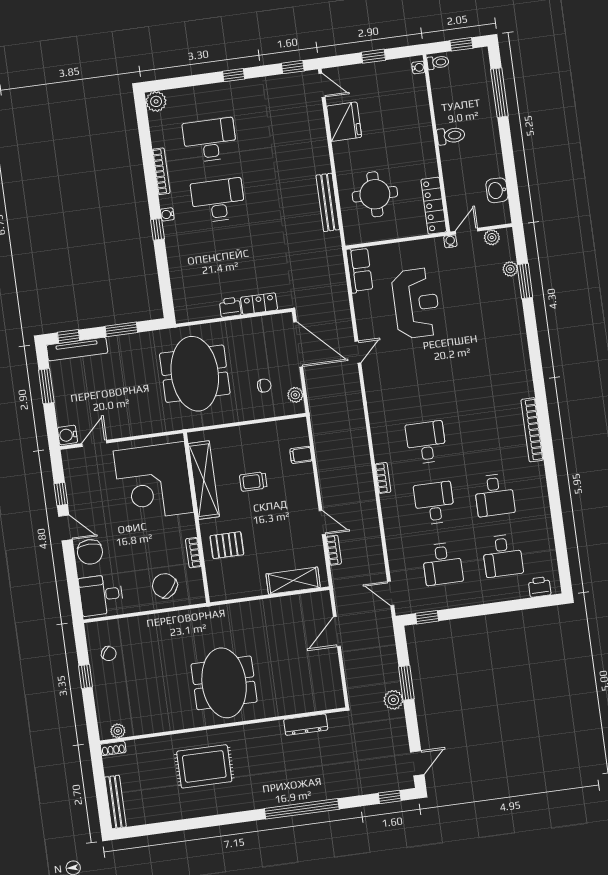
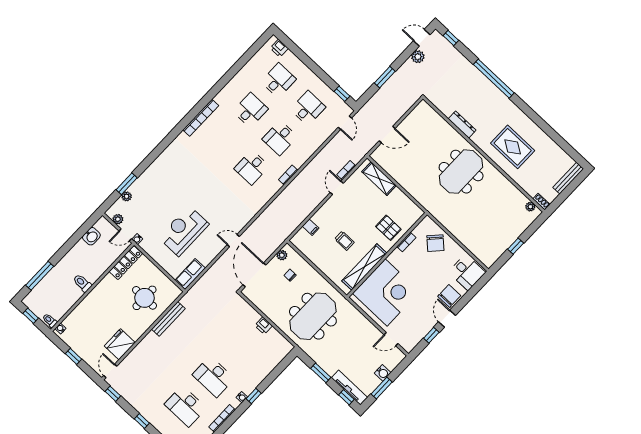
locker: (259, 304) -> (250, 312), removed
water cooler: (67, 435) -> (383, 373), moved
chair: (109, 654) -> (494, 244), removed
plant: (393, 700) -> (418, 57), moved
dresser: (306, 725) -> (462, 125), moved

